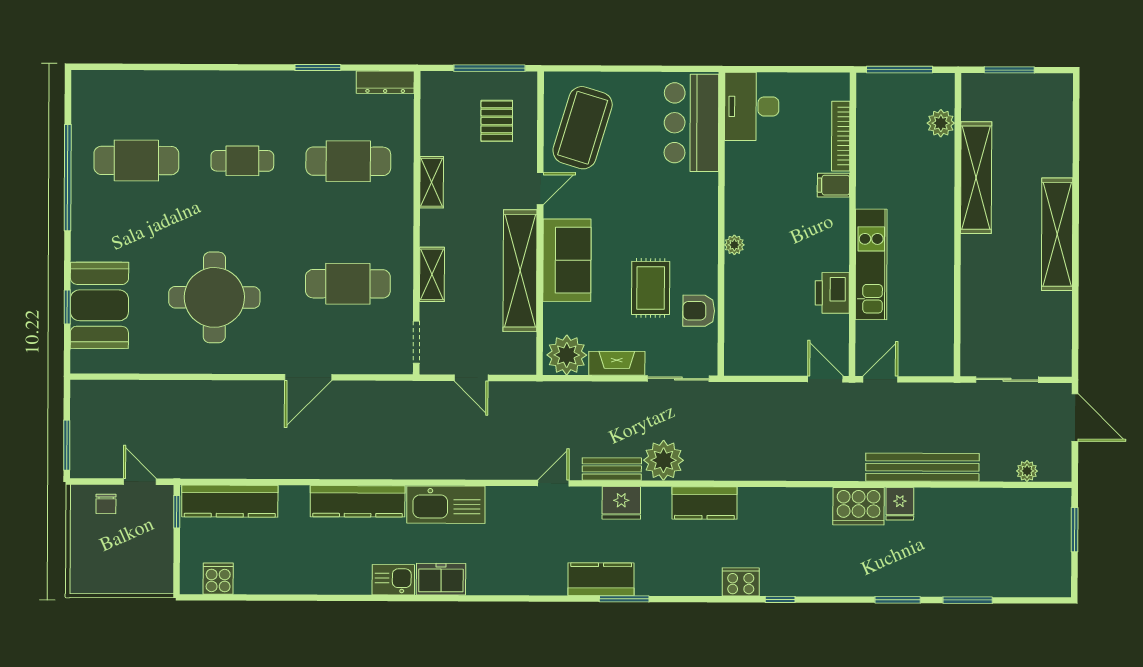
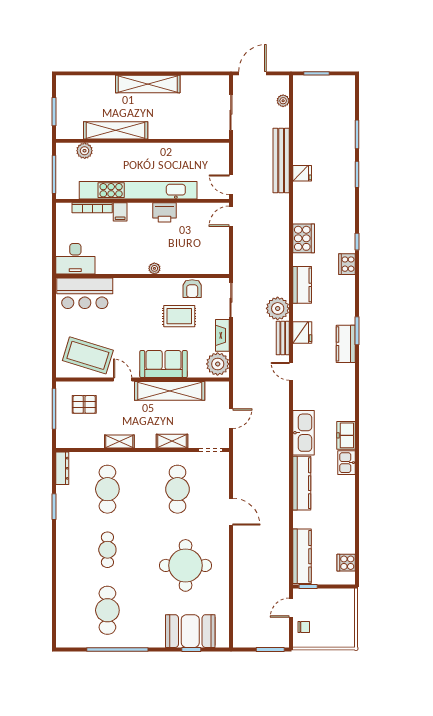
kitchen unit: (871, 264) -> (138, 190), width x1.86
printer: (832, 293) -> (164, 212), moved
cooker: (859, 506) -> (304, 238), moved

